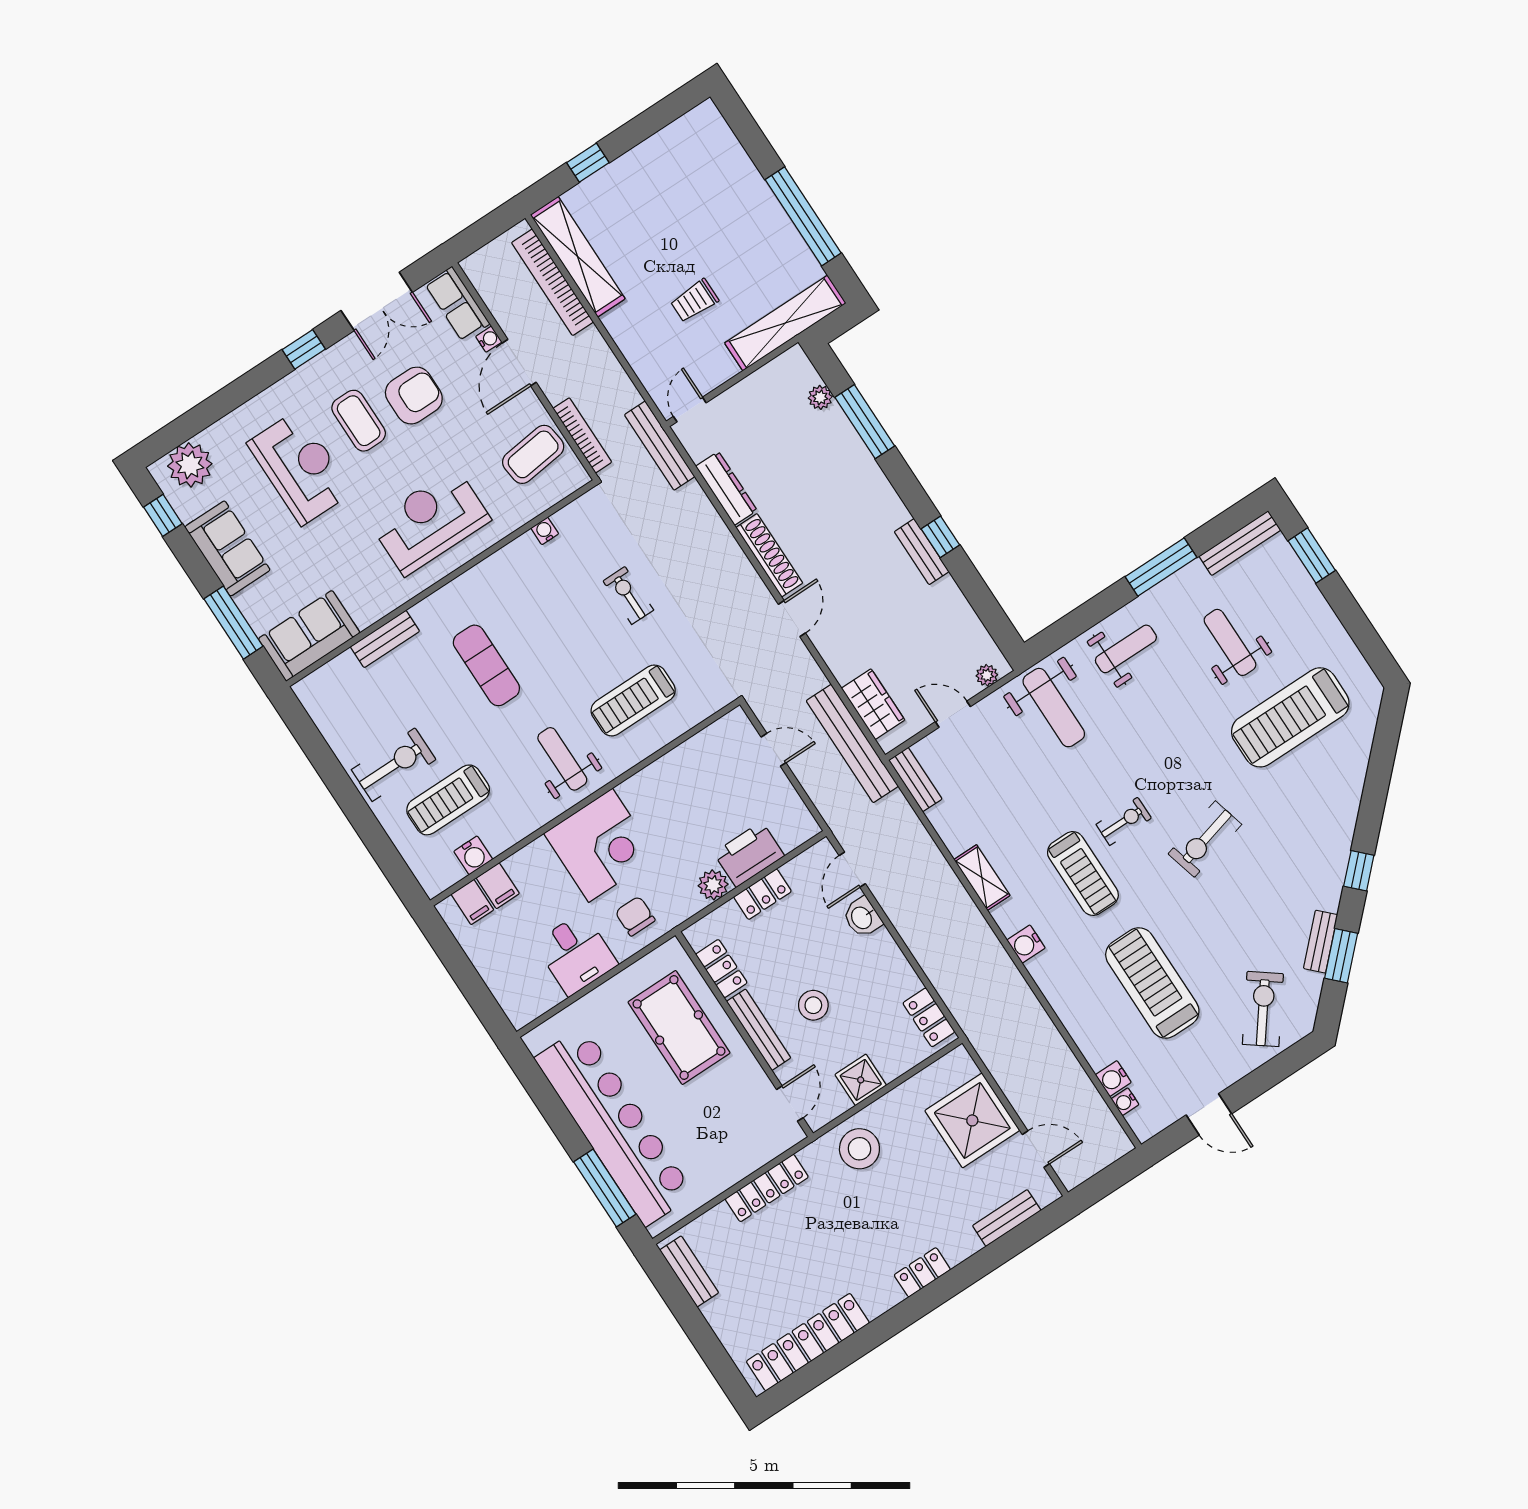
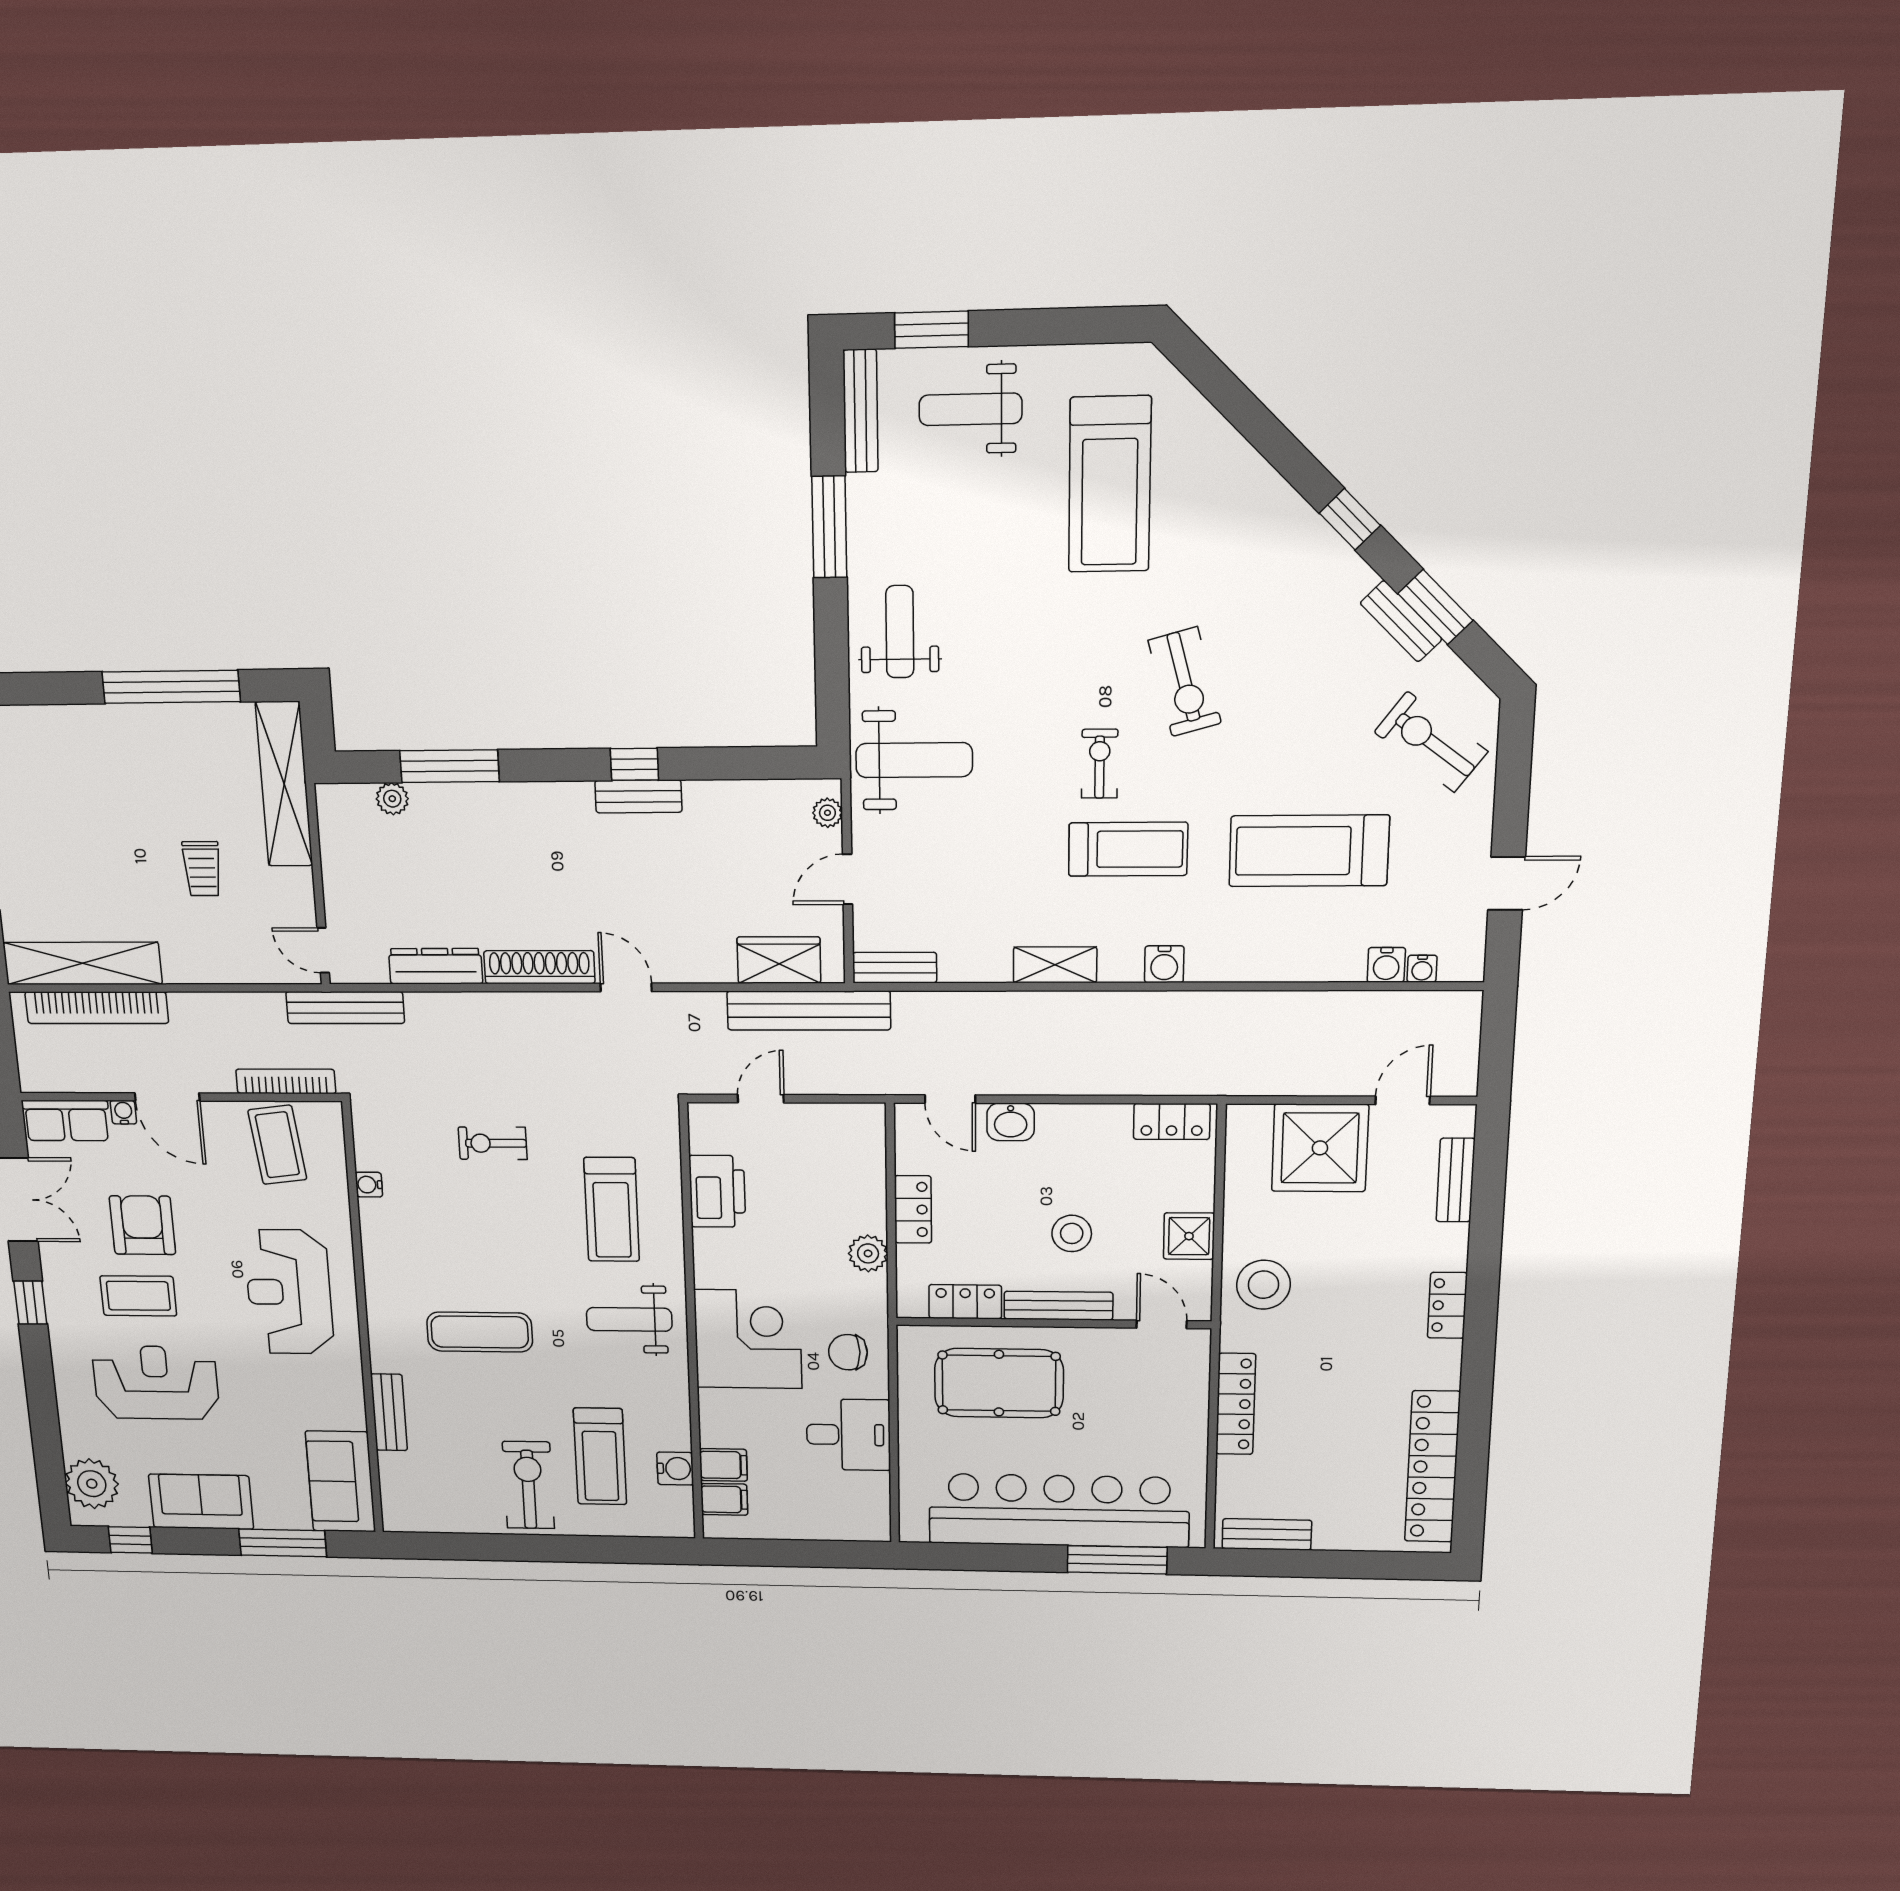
weight bench: (1230, 642) -> (971, 409), moved
printer: (749, 854) -> (717, 1191), moved, turned 180

